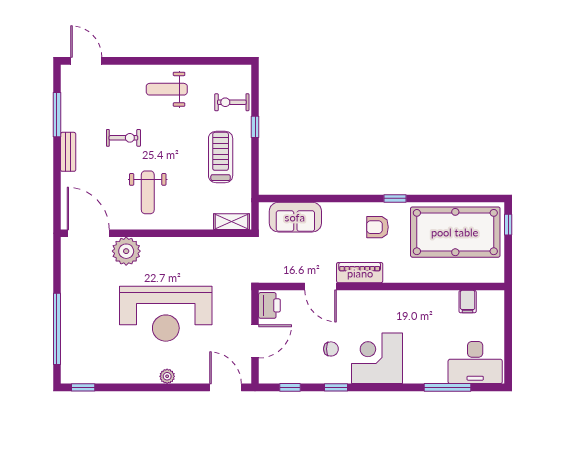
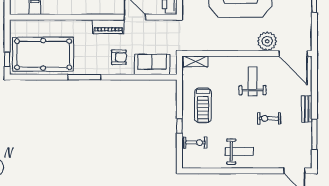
window: (395, 198) -> (84, 77), width x2.17
armchair: (378, 227) -> (119, 57), moved

